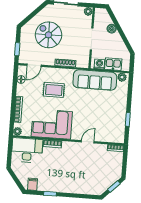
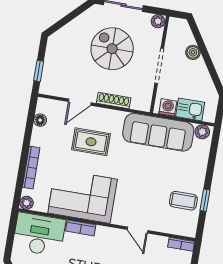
spiral stairs: (49, 35) -> (112, 49), moved
door: (34, 65) -> (80, 102), moved
coffee table: (114, 121) -> (183, 201), added
door: (88, 142) -> (138, 230), swing flipped

